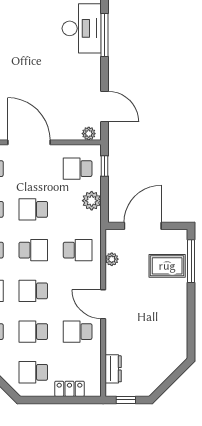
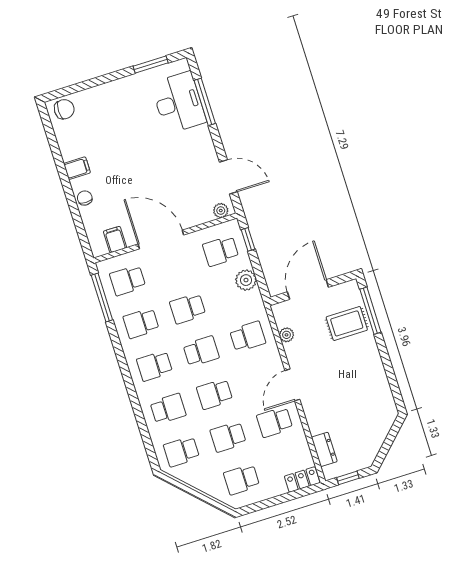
door: (103, 304) -> (292, 385), hinge flipped
locker: (69, 389) -> (302, 479), moved

